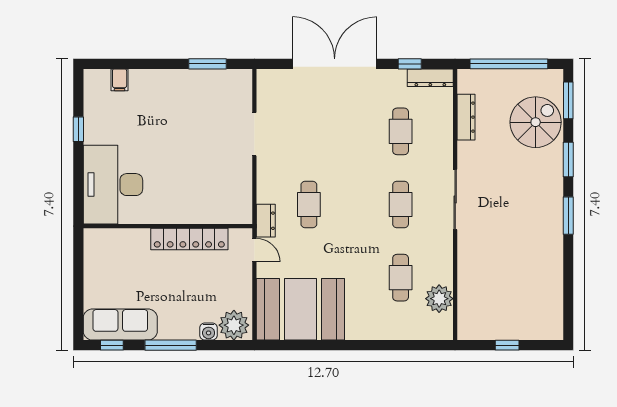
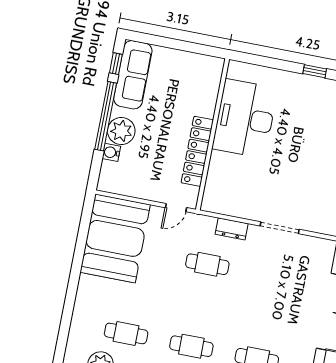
desk: (113, 185) -> (245, 119), moved, turned -90
dresser: (266, 221) -> (232, 229), moved
plant: (234, 325) -> (121, 131), moved
window: (171, 345) -> (106, 116), width x1.46

